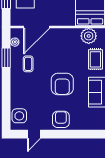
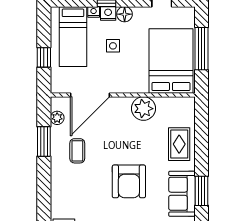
plant: (89, 36) -> (143, 109), moved

